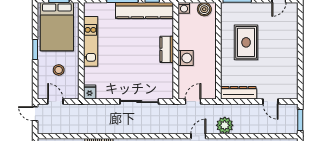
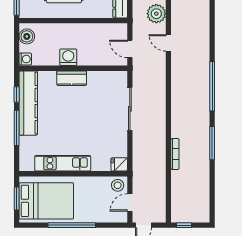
window: (35, 49) -> (72, 225), width x2.11
washing machine: (186, 58) -> (68, 57), moved
stool: (59, 70) -> (118, 185), moved

